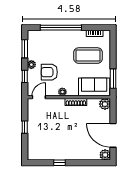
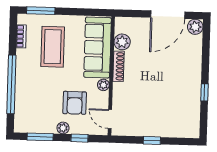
window: (113, 79) -> (41, 11), moved
sofa: (94, 87) -> (98, 47), width x1.36
plant: (105, 104) -> (122, 42), moved

